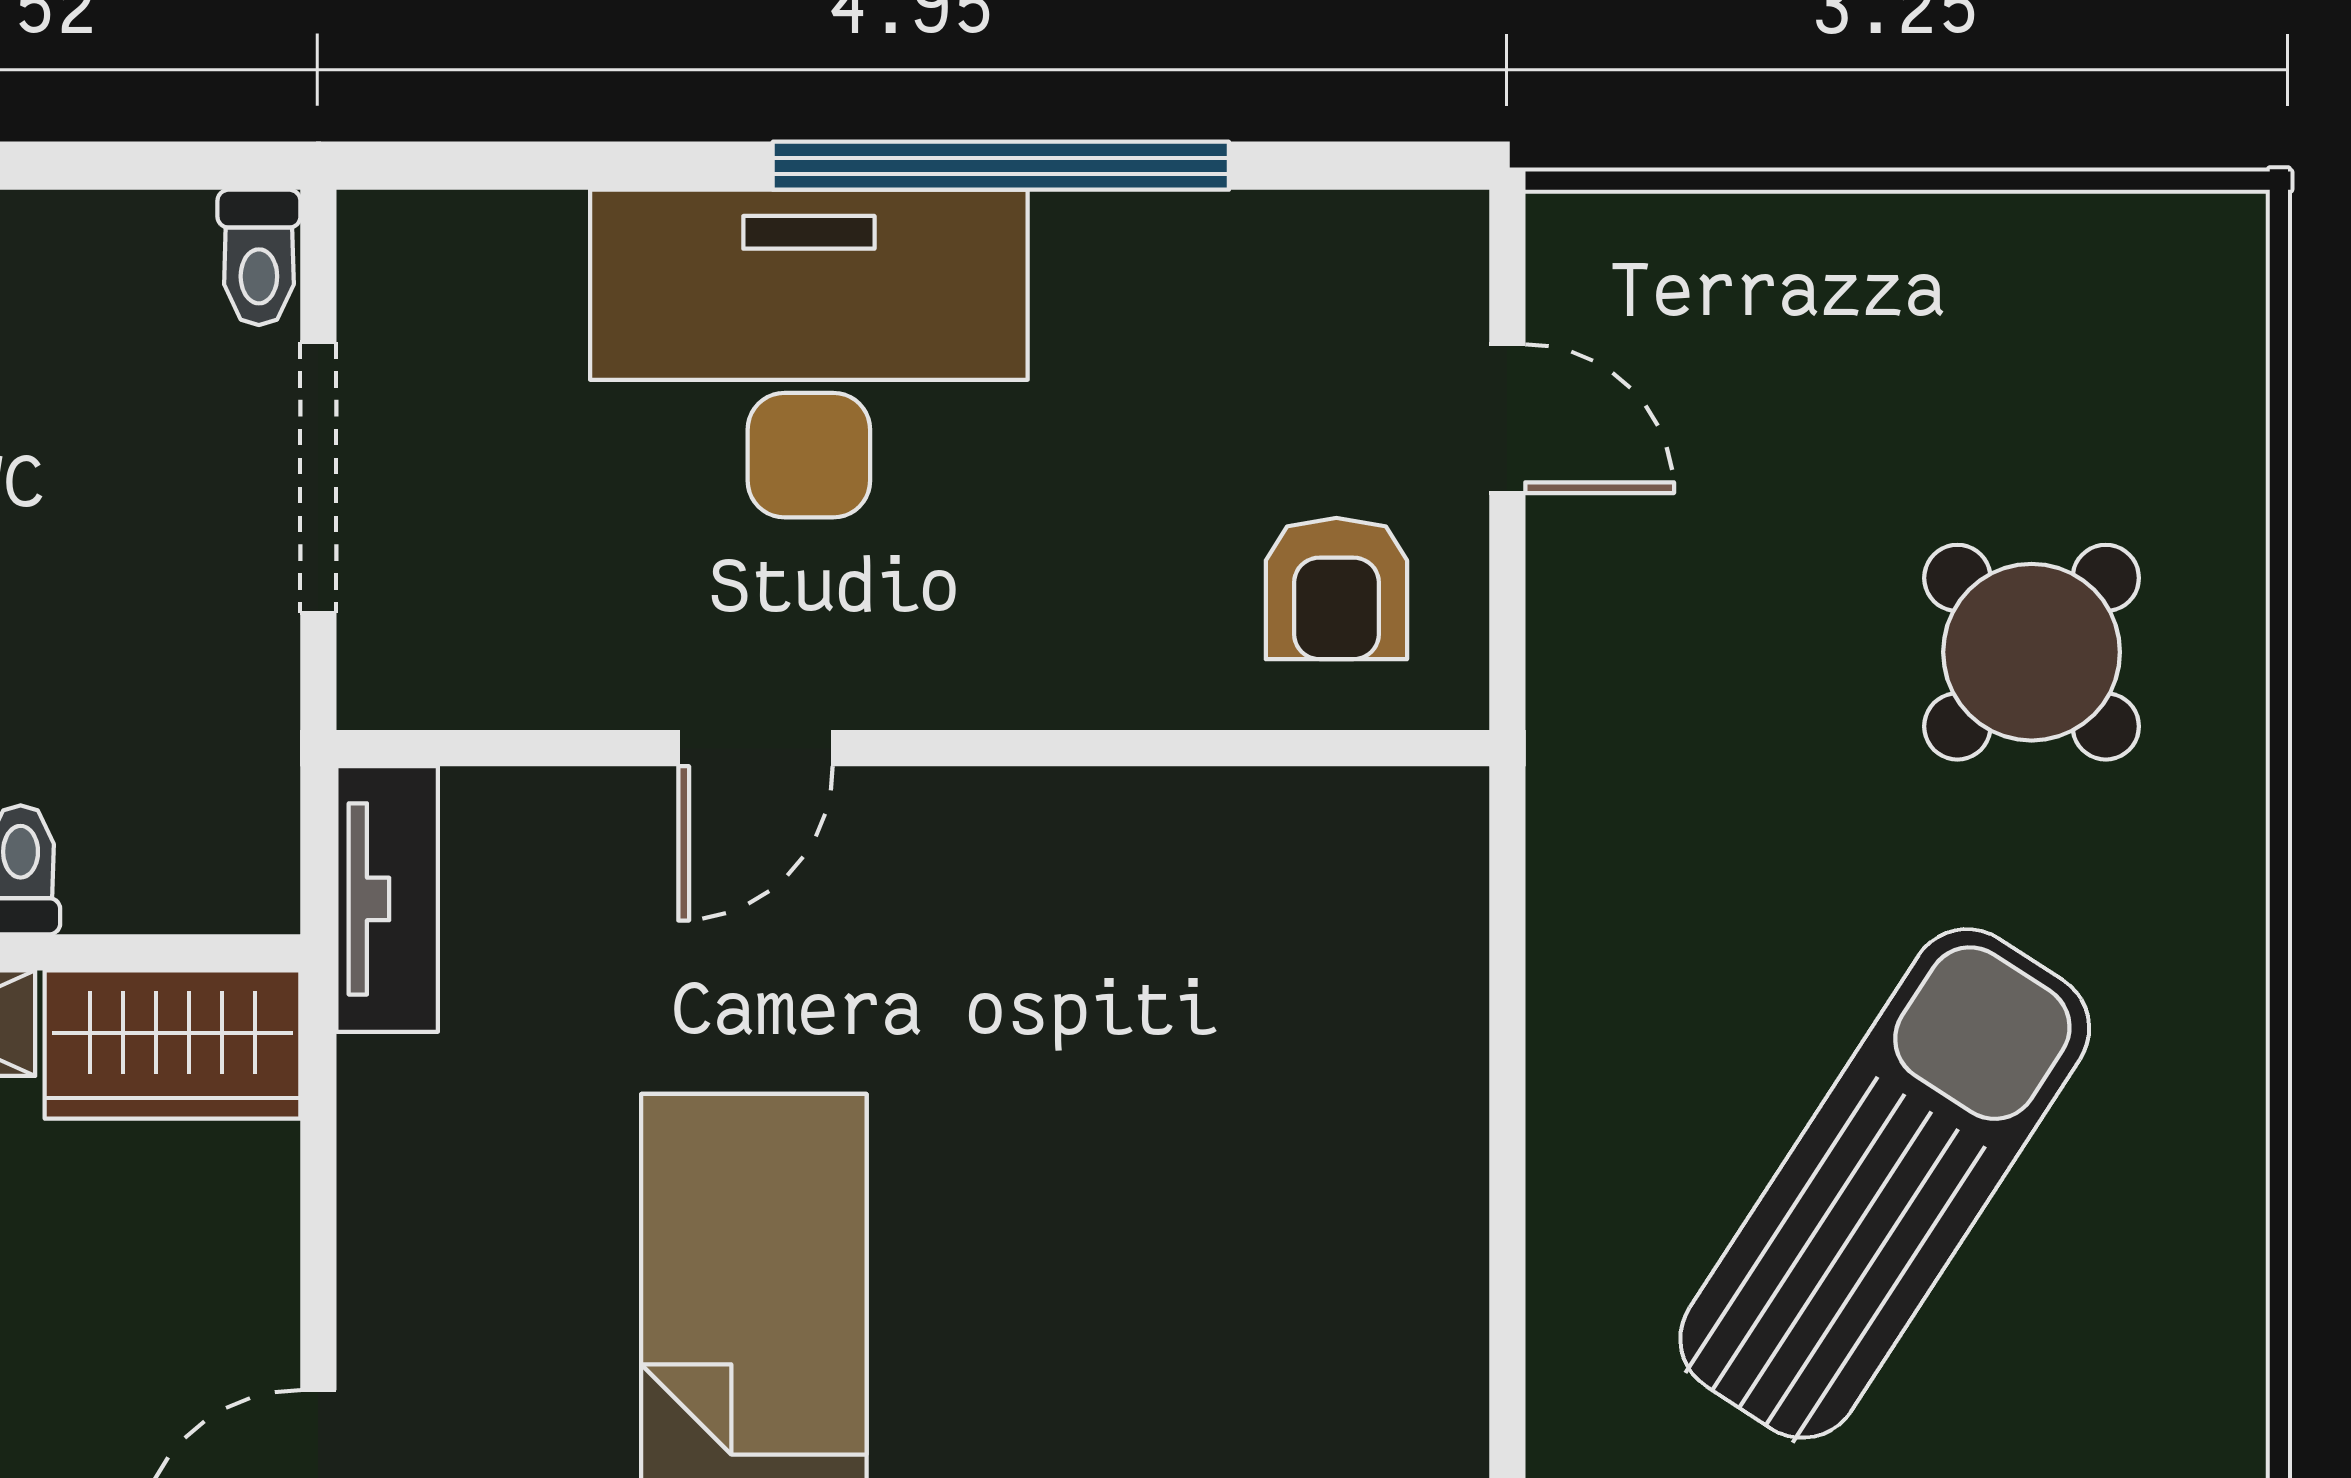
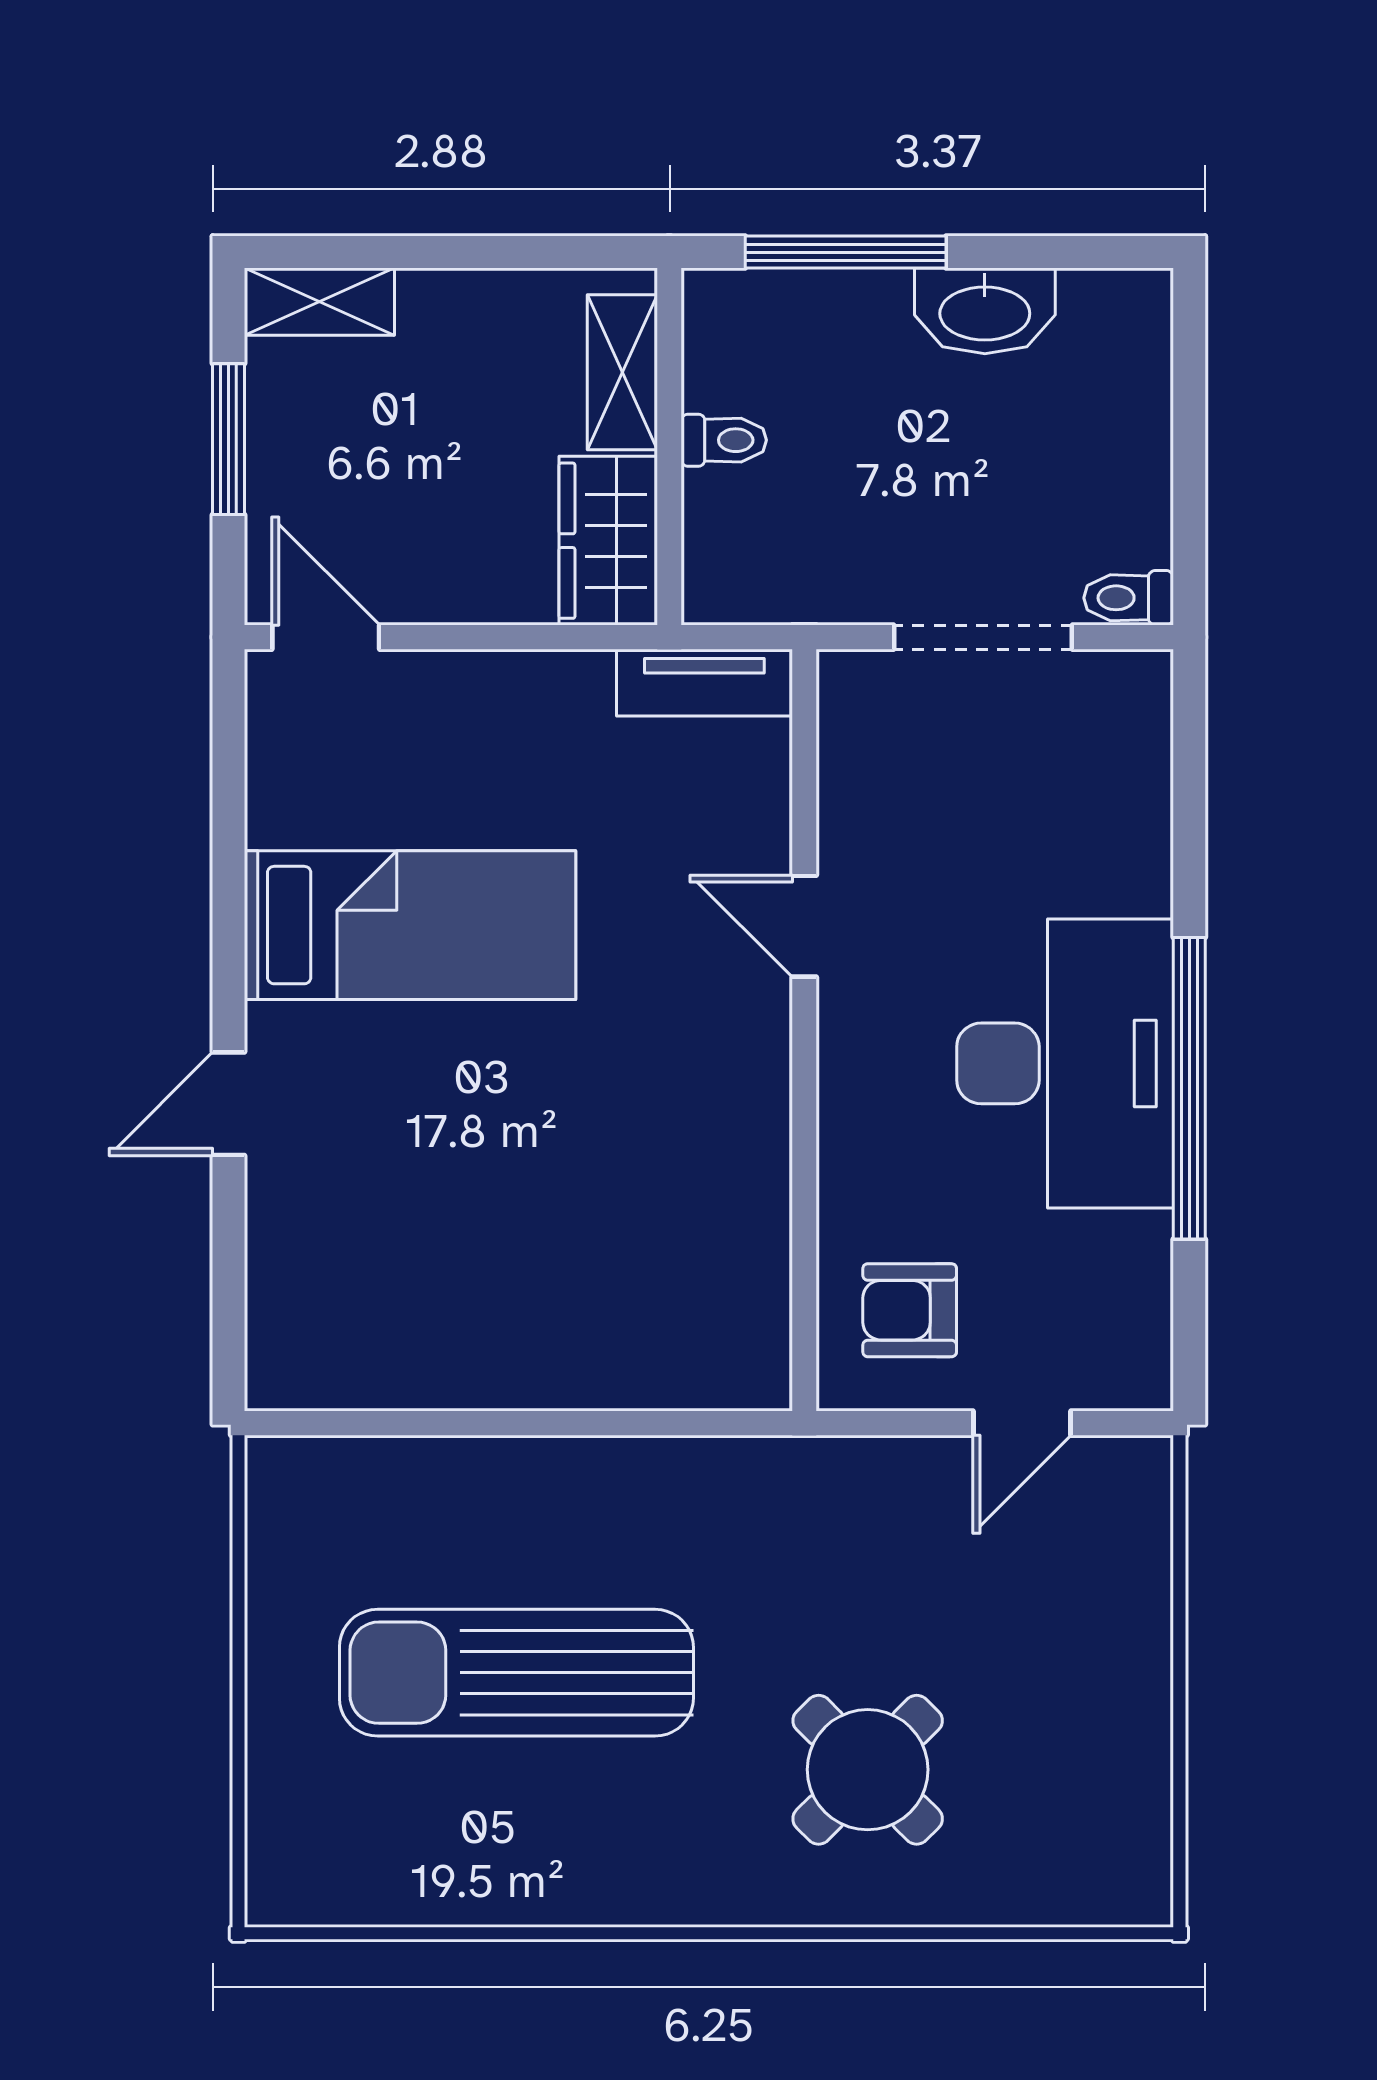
desk: (809, 354) -> (1065, 1063), moved
sun lounger: (1885, 1183) -> (516, 1673), turned 147

